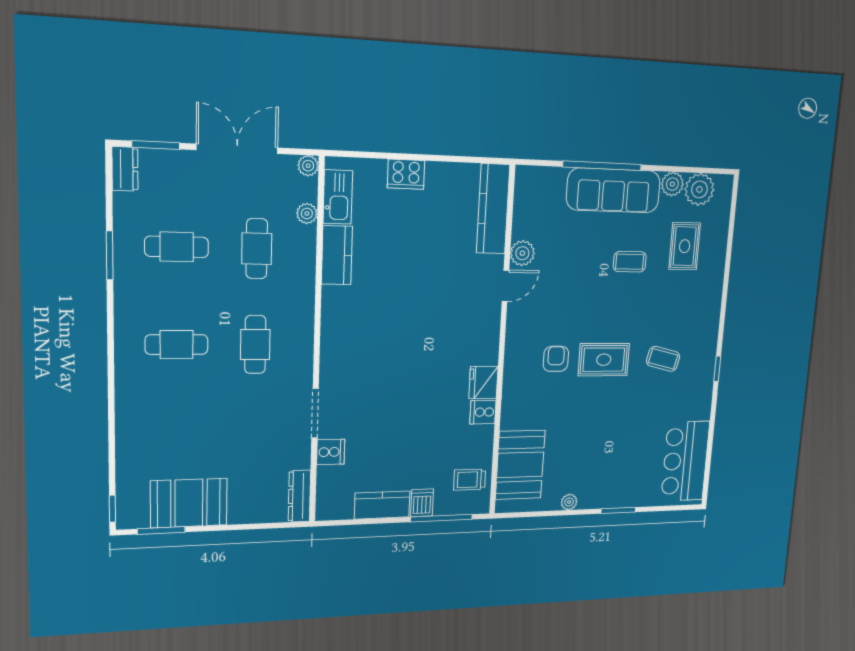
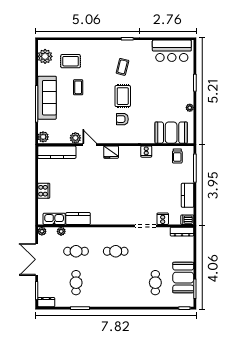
plant: (672, 184) -> (43, 137), moved
cafe table: (177, 345) -> (155, 283), moved
fridge: (483, 382) -> (111, 152), moved
dishwasher: (422, 503) -> (187, 220), moved

